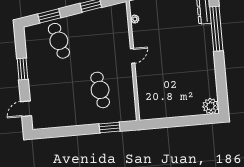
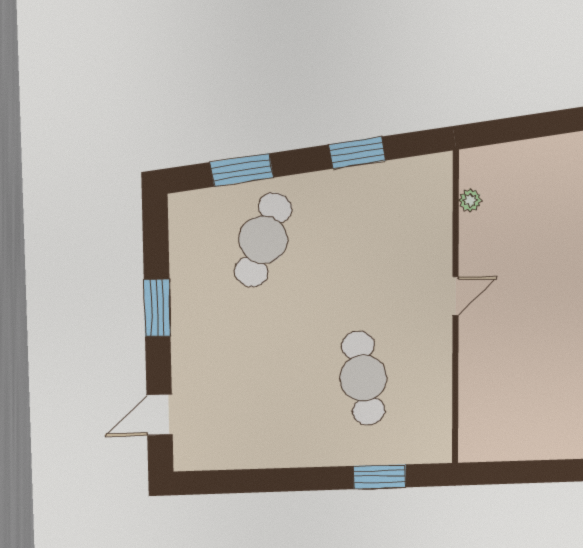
cafe table: (59, 41) -> (263, 240), turned 36

